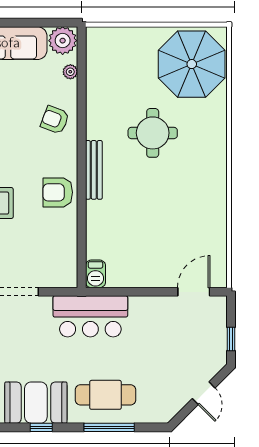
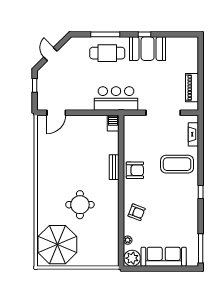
bench: (94, 170) -> (114, 167), moved, width x0.73

